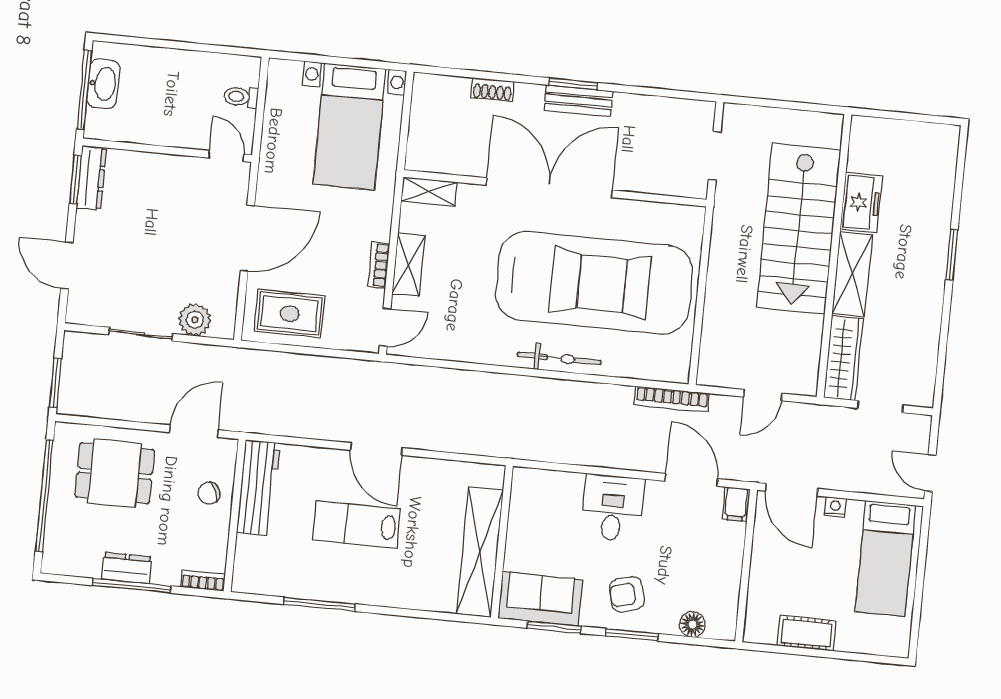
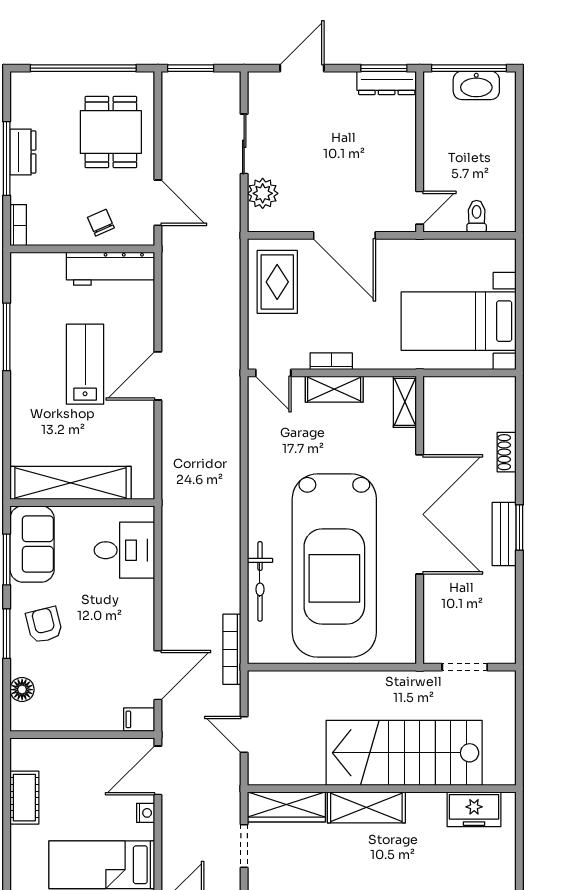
freezer: (861, 203) -> (474, 809), moved
bicycle: (559, 358) -> (260, 581), moved
desk: (613, 508) -> (124, 550), moved

